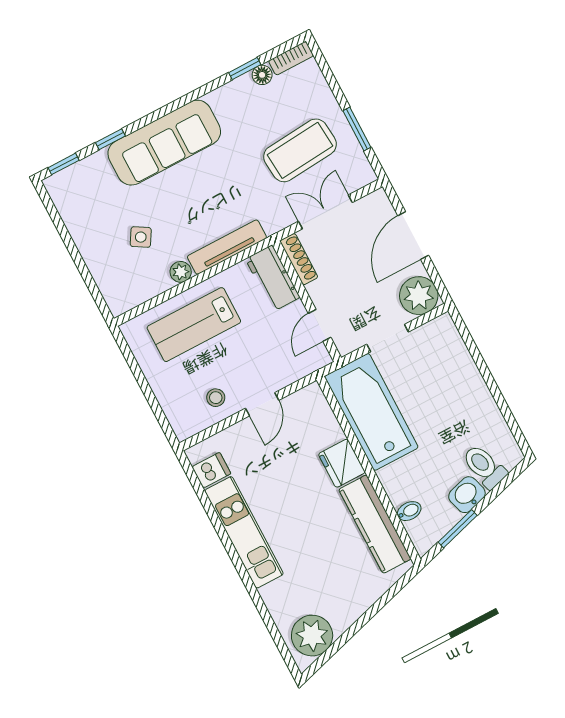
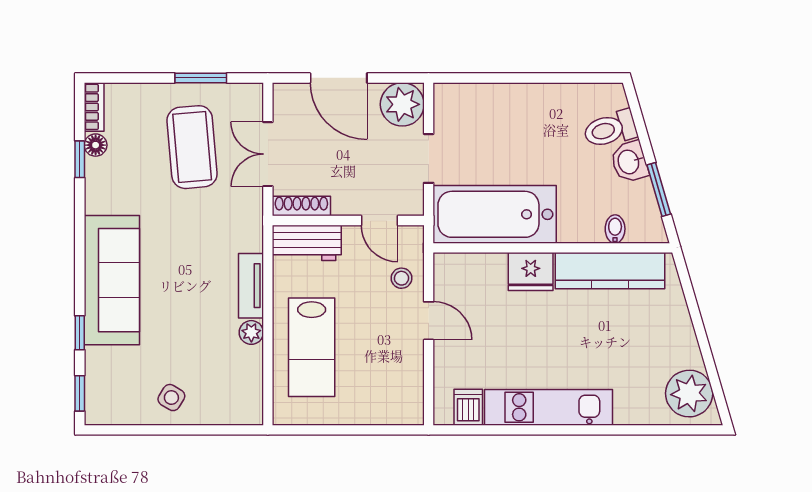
side table: (141, 237) -> (171, 398), moved
tv unit: (227, 247) -> (251, 286), width x0.71
stool: (216, 398) -> (401, 278), moved

